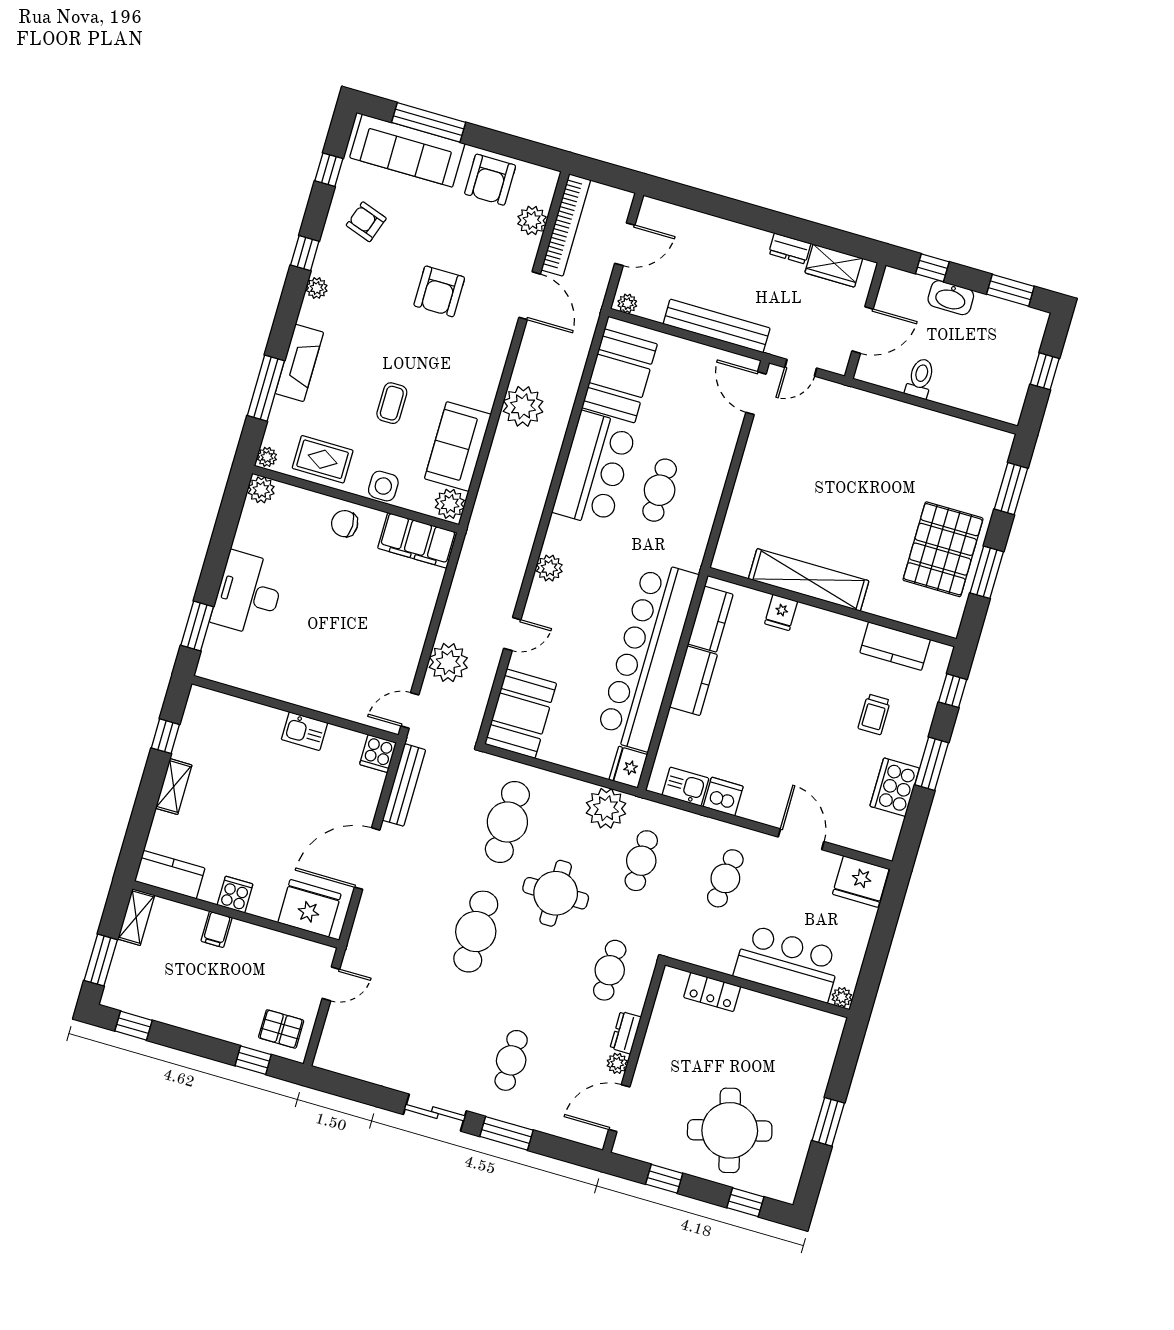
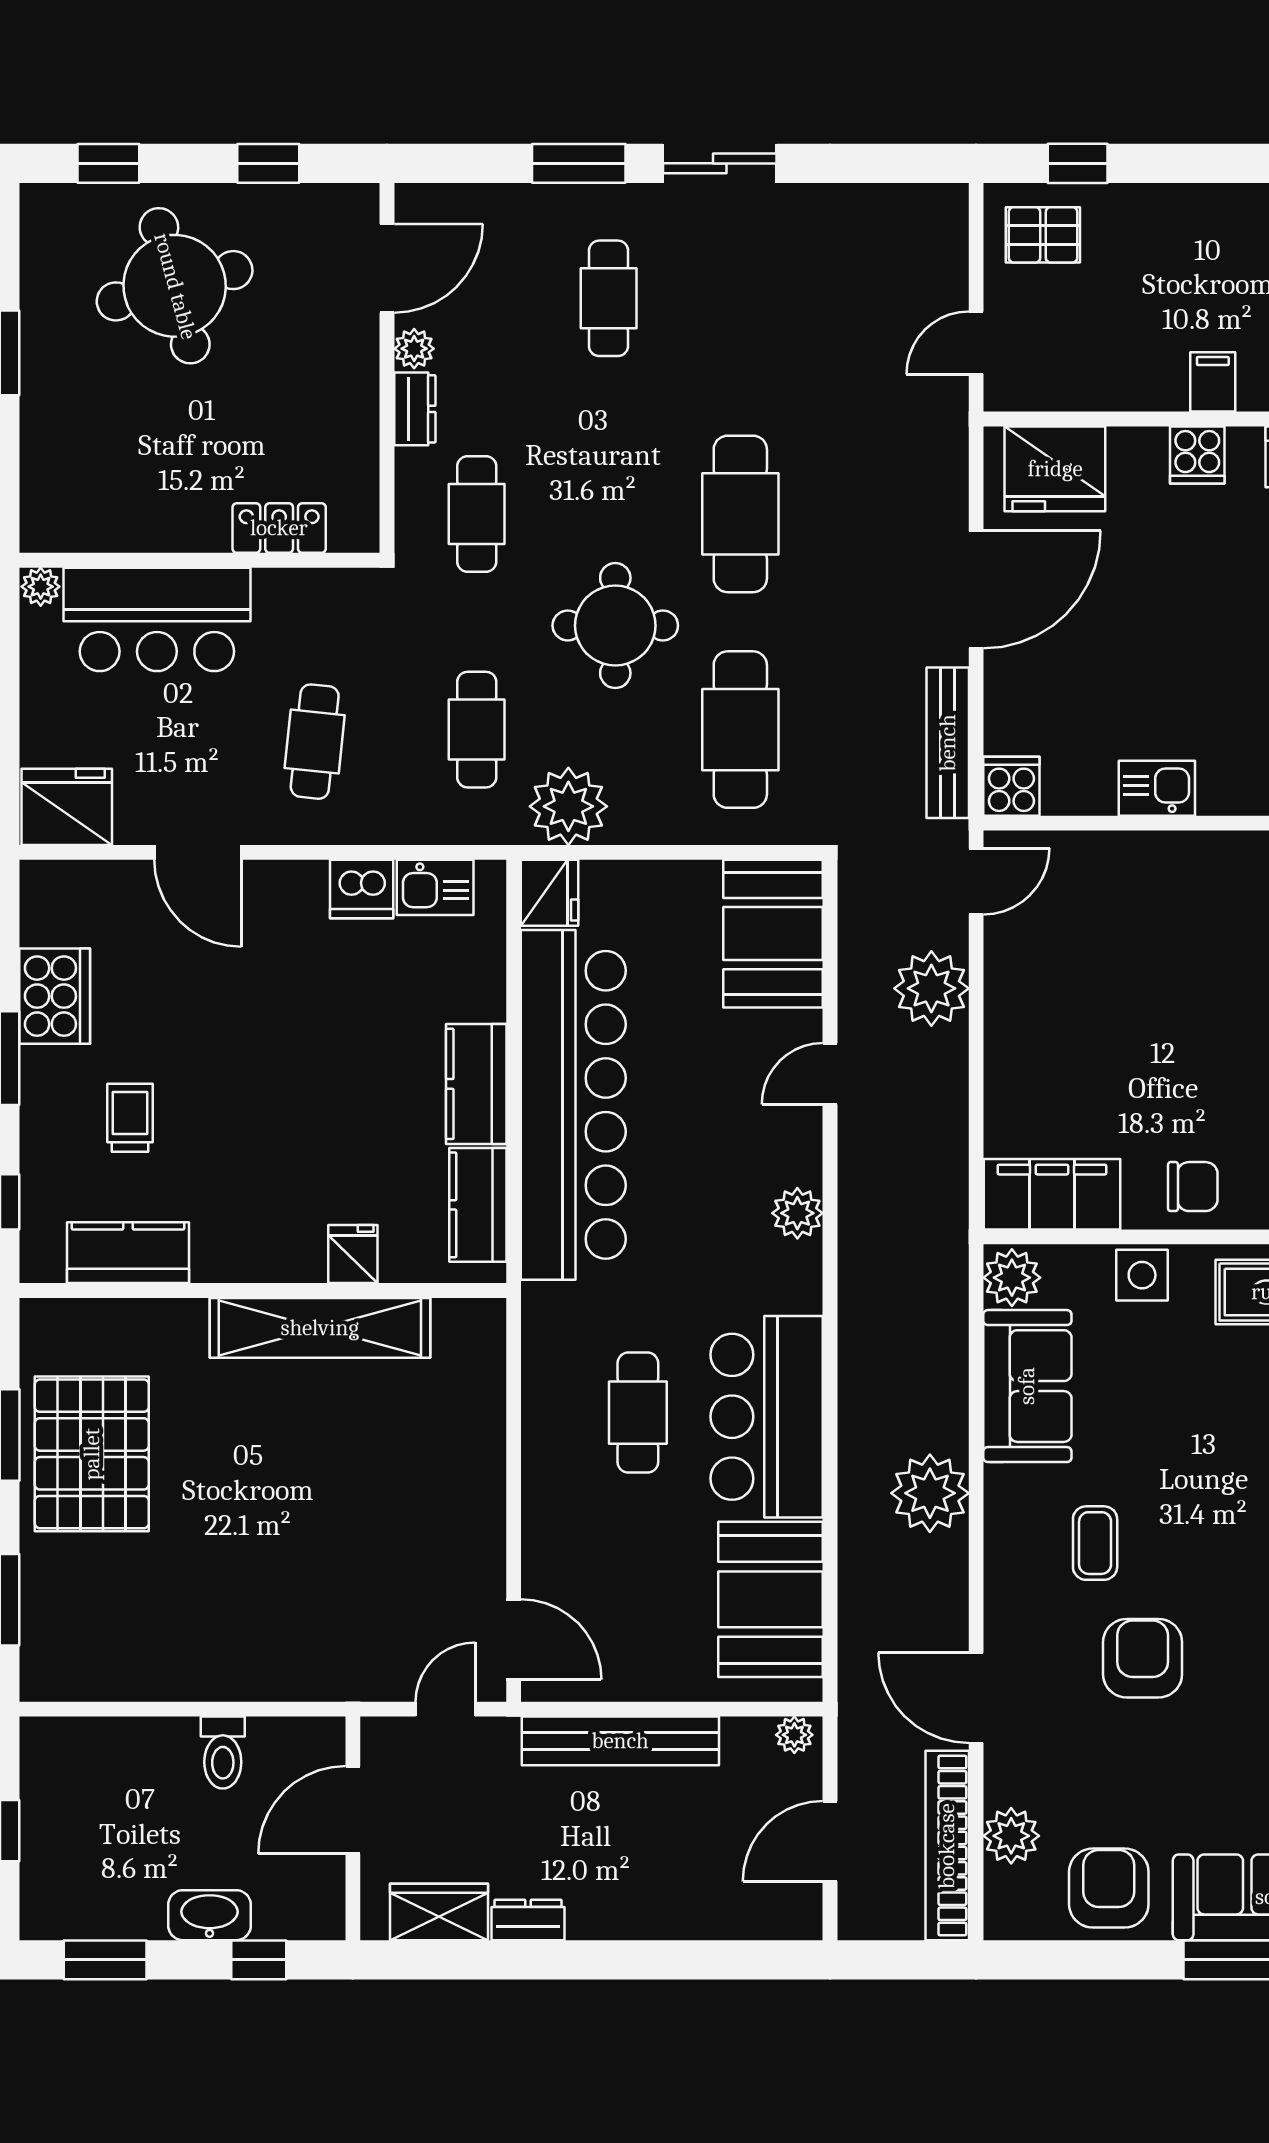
coffee table: (392, 403) -> (1095, 1543), moved

